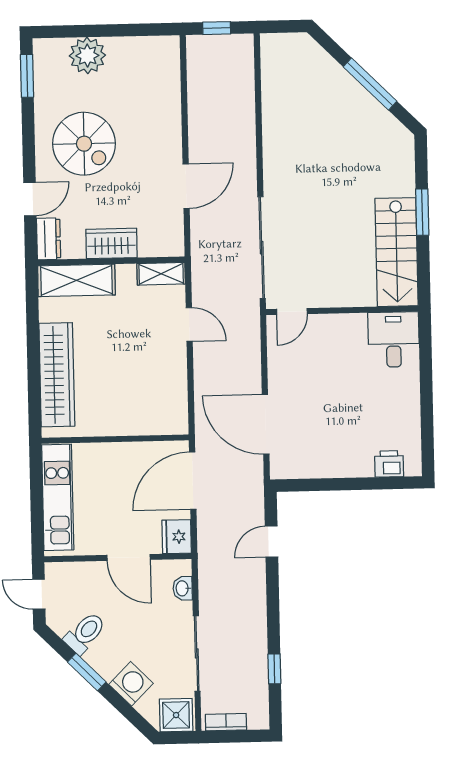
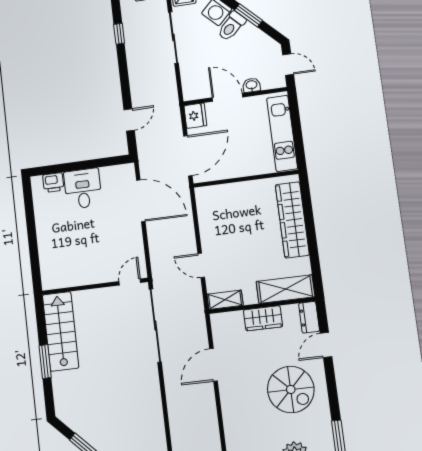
spiral stairs: (84, 144) -> (291, 389), turned 180
desk: (394, 340) -> (83, 189), moved, turned 180
washbasin: (183, 588) -> (252, 85), moved, turned -90
toilet: (85, 633) -> (231, 26), moved

